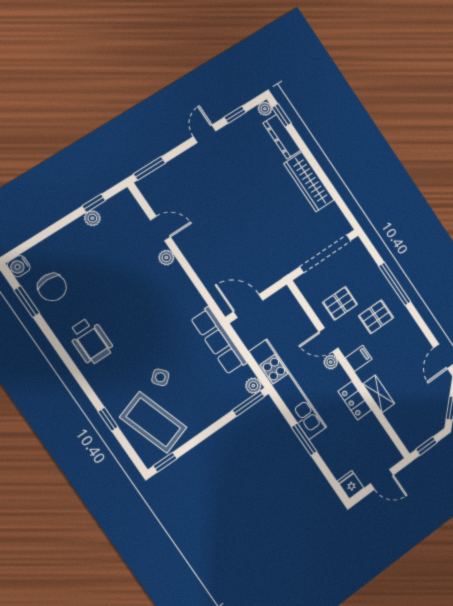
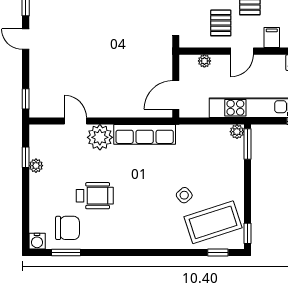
window: (149, 168) -> (26, 99), width x0.67
door: (160, 228) -> (75, 121), hinge flipped
plant: (166, 258) -> (100, 137), width x1.88, depth x1.88
wheelchair: (90, 341) -> (95, 196), moved
row of seats: (219, 341) -> (145, 134), moved
plant: (331, 362) -> (204, 61), moved
window: (108, 419) -> (218, 252), moved

